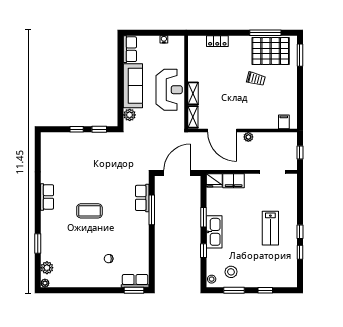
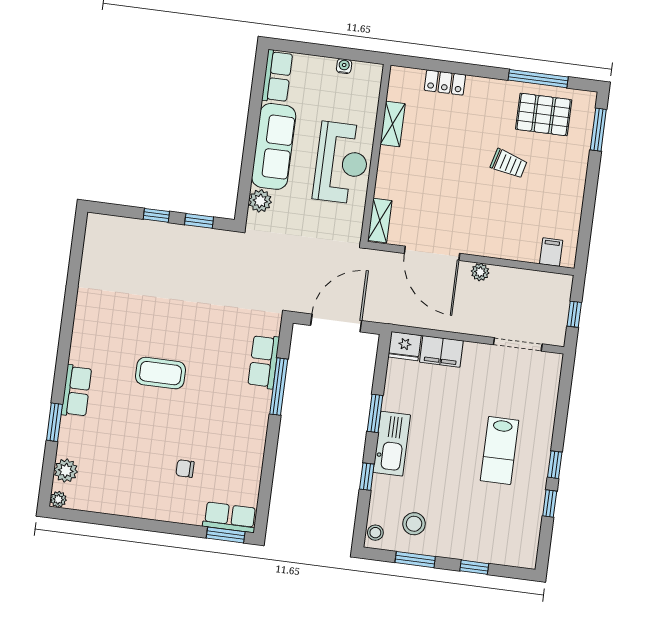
pallet: (271, 51) -> (544, 114), width x0.73, depth x0.71
shelving: (193, 93) -> (393, 124), moved
row of seats: (47, 197) -> (76, 391), moved

